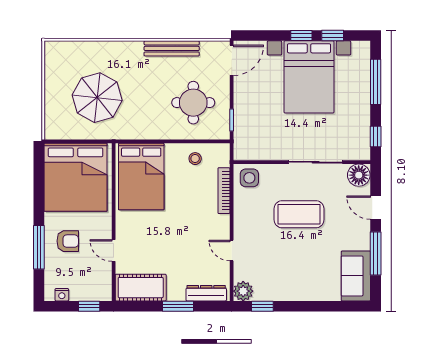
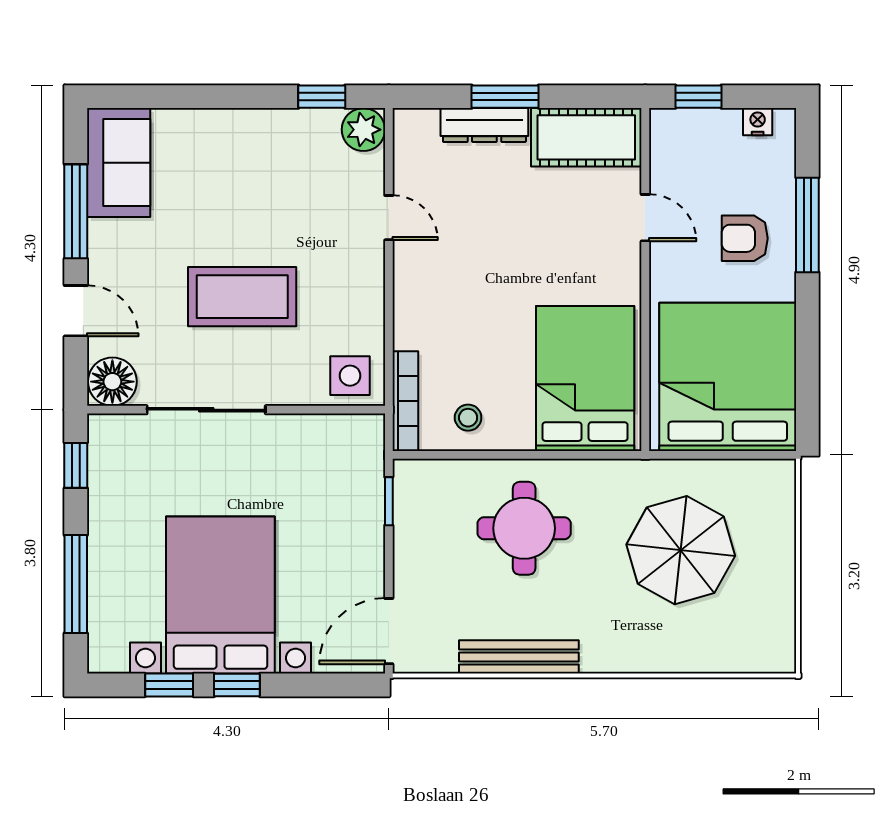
round table: (193, 103) -> (524, 528), moved
bookcase: (224, 191) -> (405, 401), moved
dresser: (206, 293) -> (484, 125), moved

